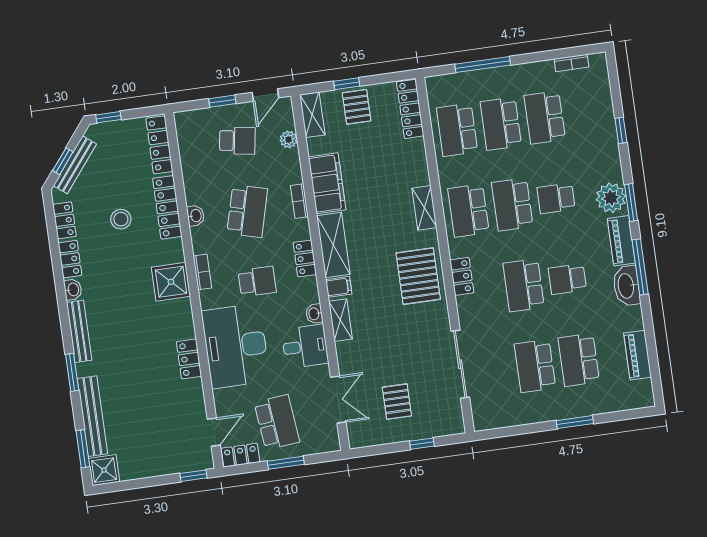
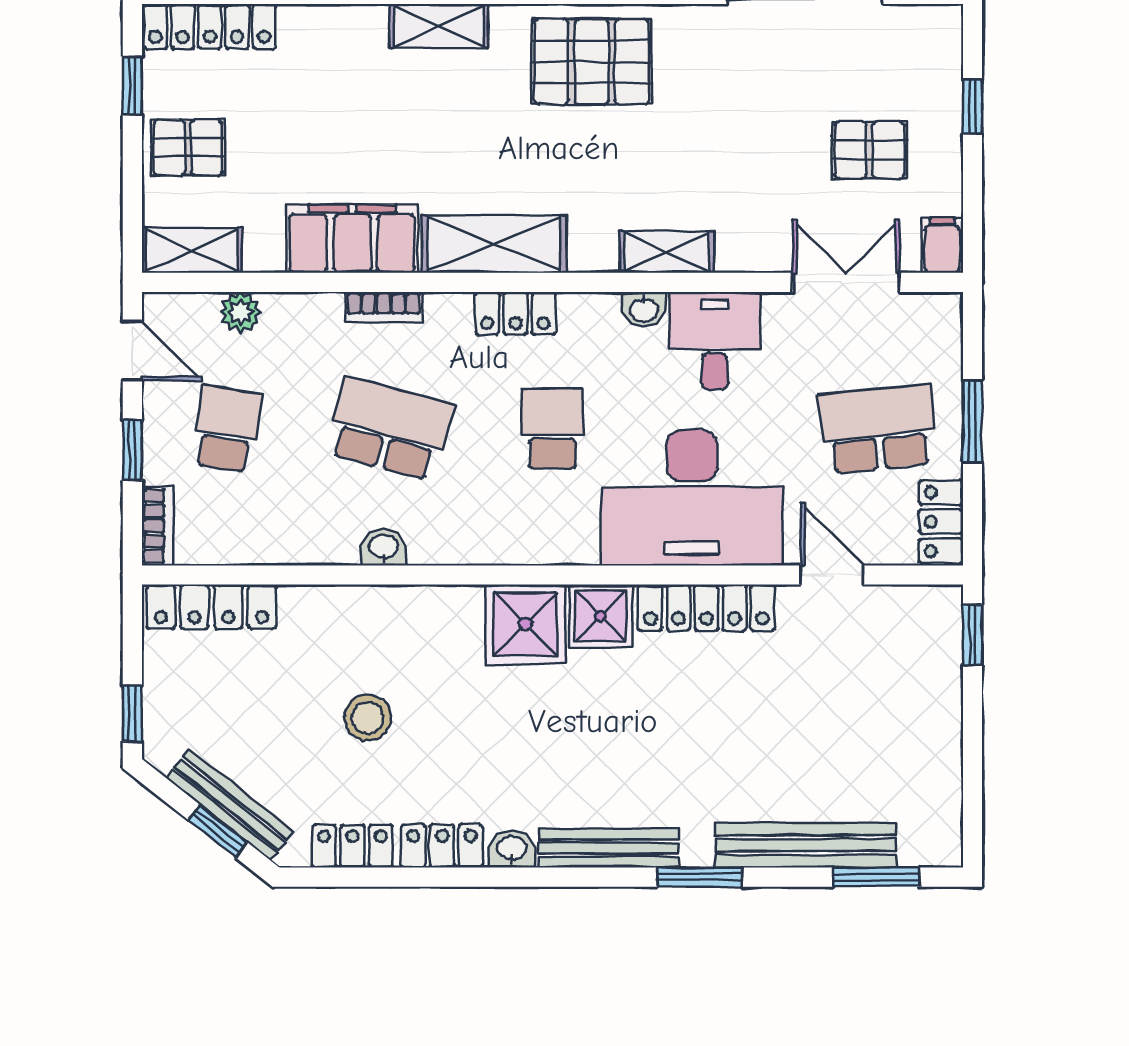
window: (347, 84) -> (132, 86), moved
locker: (167, 207) -> (356, 609), removed
bookcase: (202, 272) -> (158, 526), moved, turned 90
filing cabinet: (339, 287) -> (942, 245), moved
locker: (189, 359) -> (706, 608), width x1.53
door: (214, 432) -> (832, 575), moved
shower: (104, 470) -> (601, 616), moved

